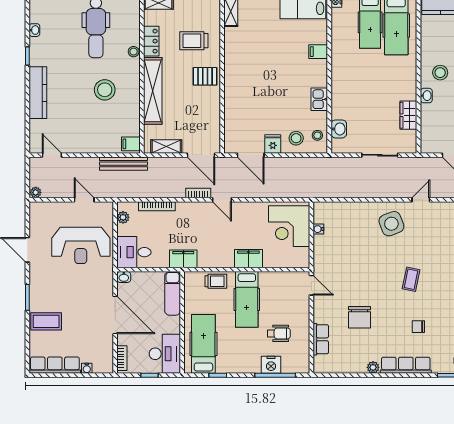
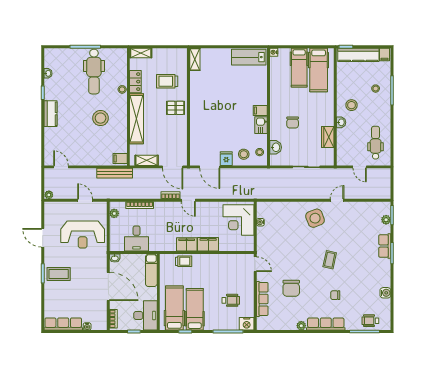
filing cabinet: (318, 52) -> (260, 111), moved
kitchen counter: (38, 93) -> (50, 114), width x0.67
chair: (361, 96) -> (293, 122), added
desk: (134, 252) -> (136, 239), moved, turned -90
filing cabinet: (183, 259) -> (187, 244), moved
hospital bed: (247, 299) -> (195, 309), moved, turned 180
coffee table: (46, 321) -> (59, 274), moved
row of seats: (321, 339) -> (262, 299), width x1.48
nightstand: (271, 365) -> (247, 324), moved

